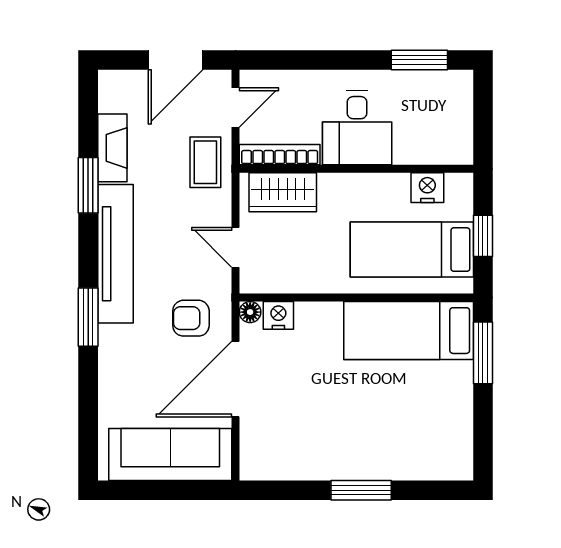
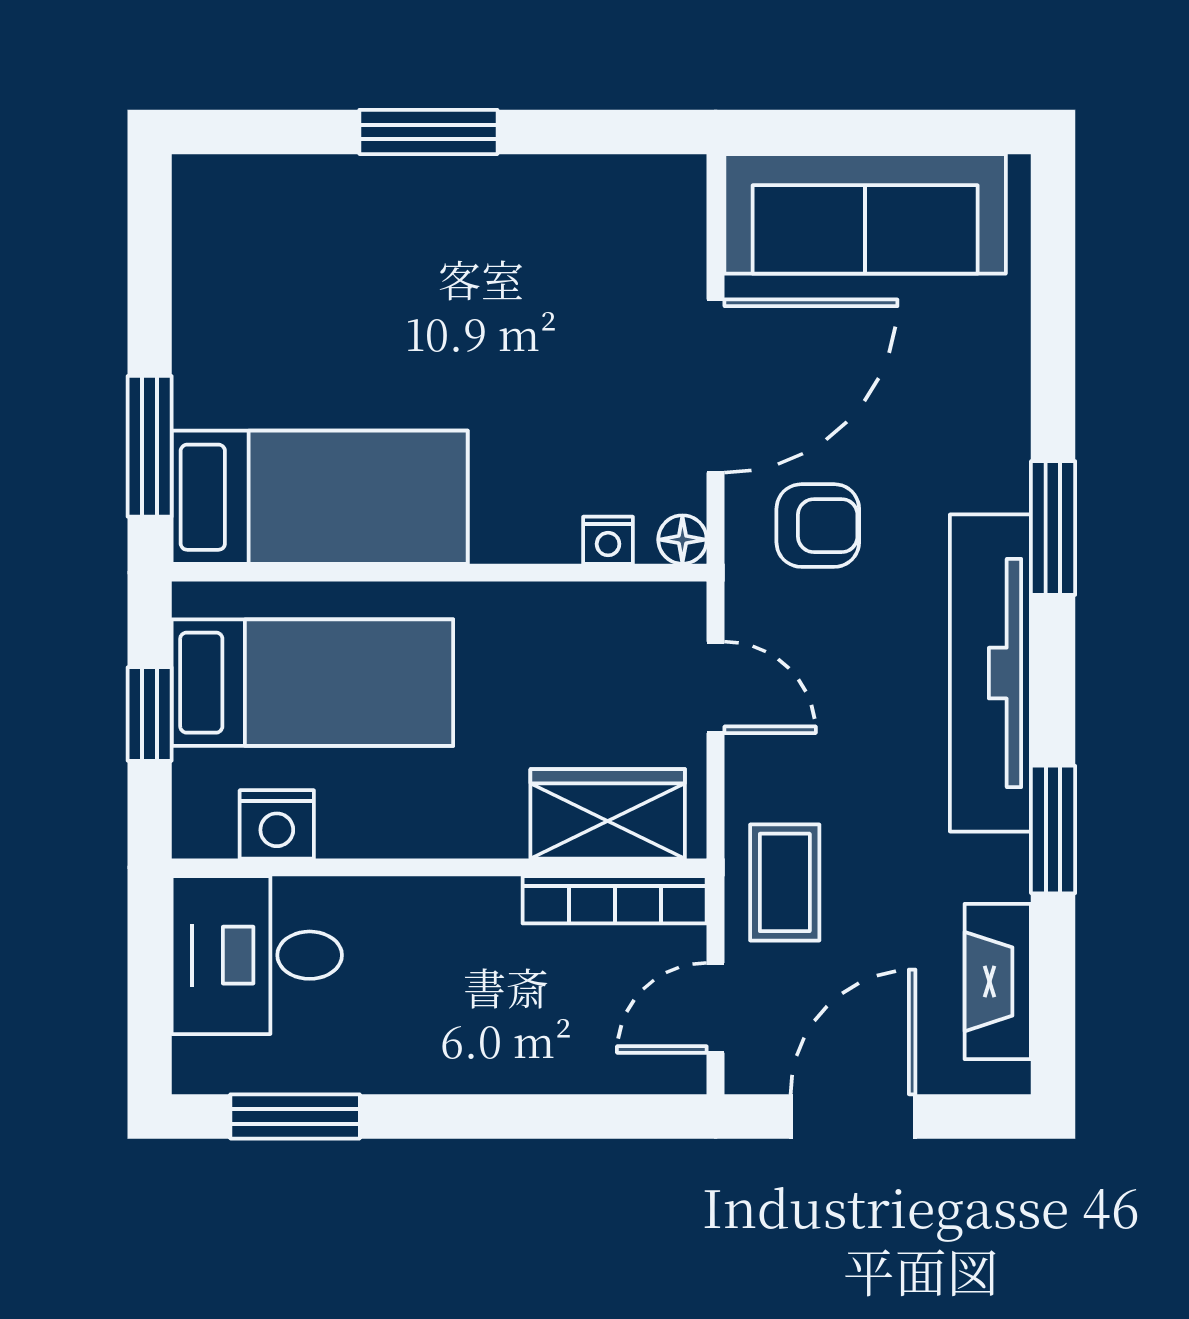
desk: (357, 128) -> (257, 955), moved, turned -90
fireplace: (112, 148) -> (998, 982), moved
nightstand: (278, 315) -> (608, 540), width x0.72, depth x0.74

